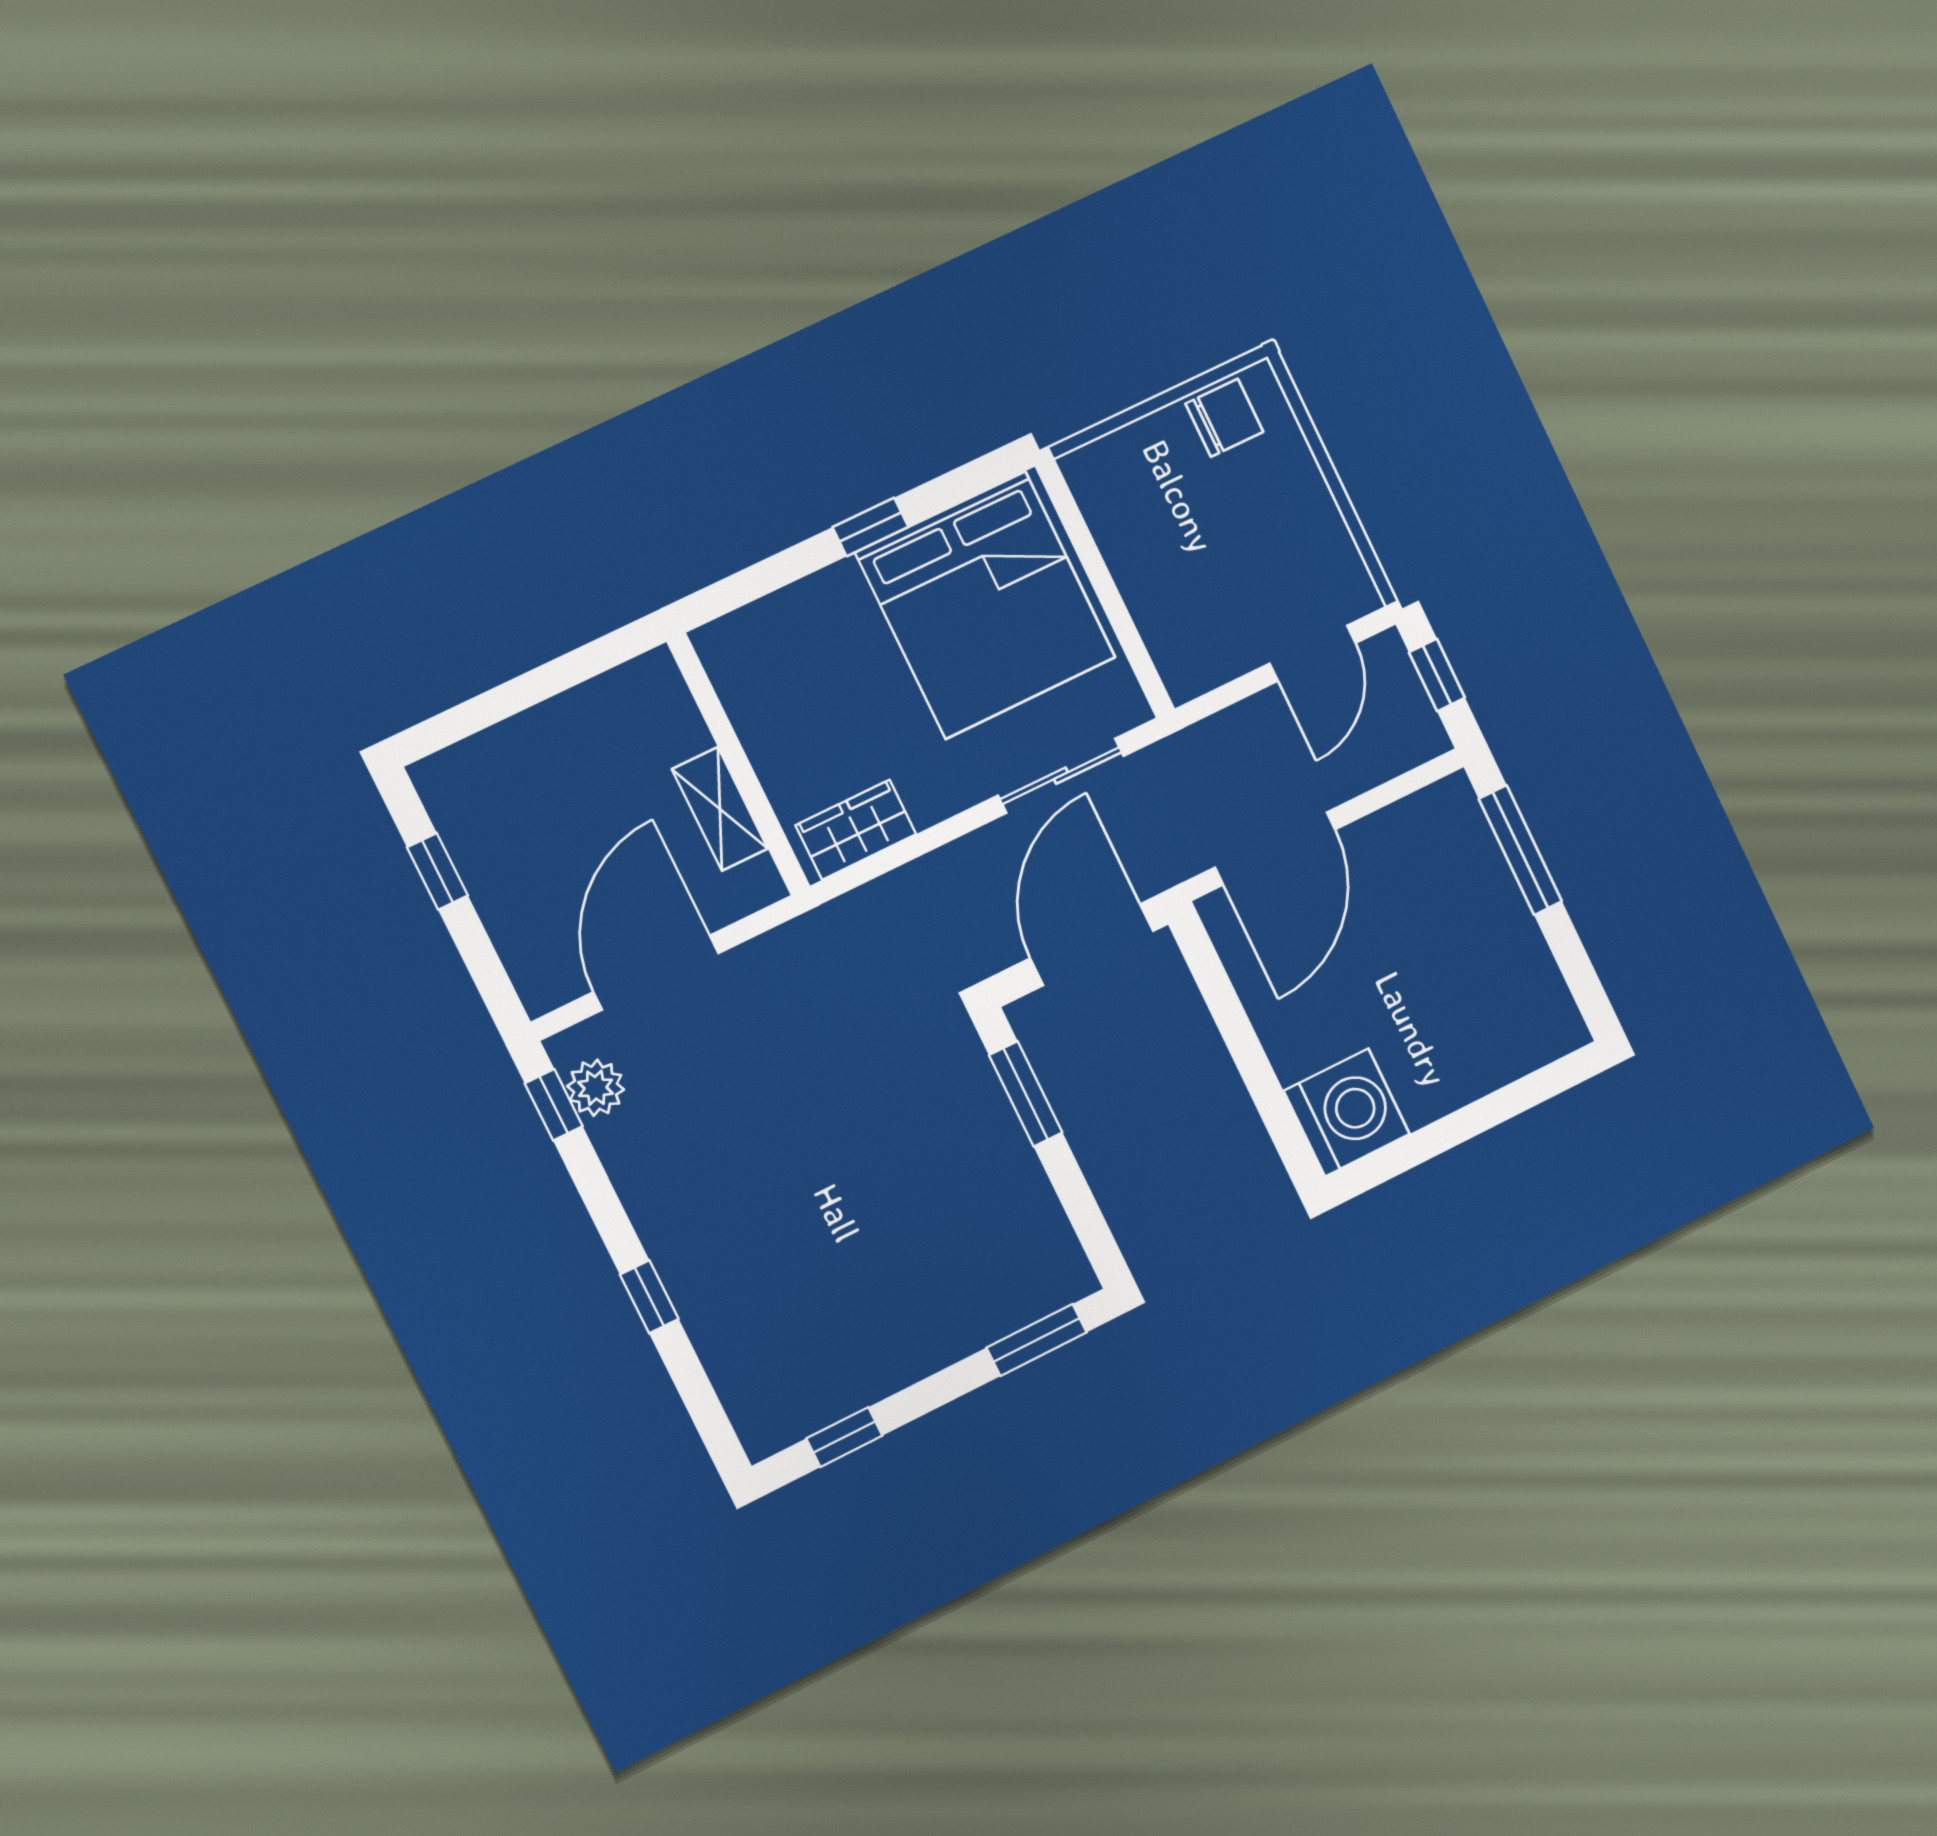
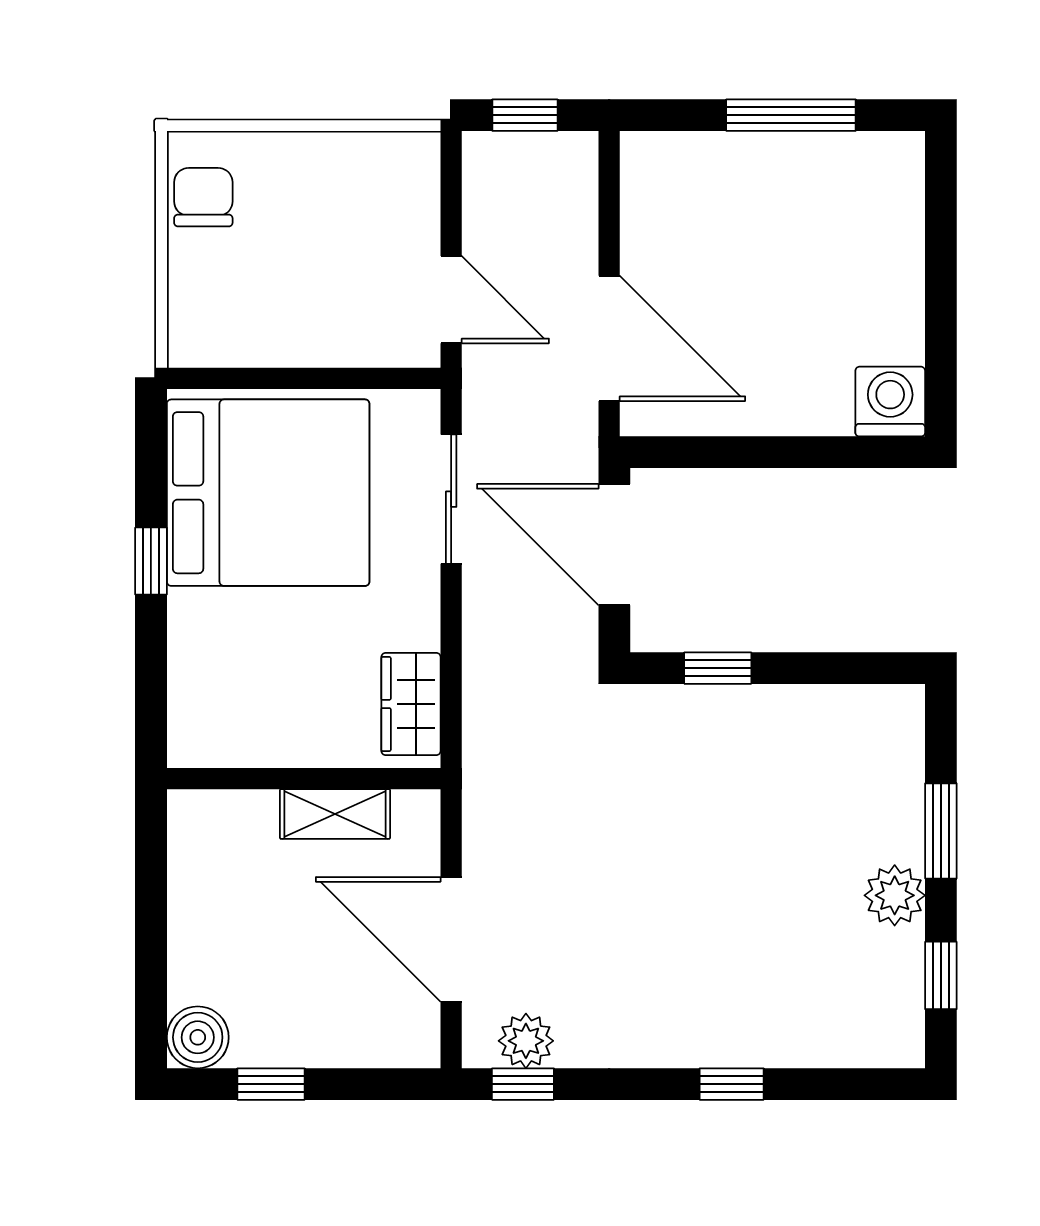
door: (1313, 653) -> (451, 300), moved
boiler: (448, 782) -> (198, 1037), added
window: (1520, 850) -> (791, 115), moved
window: (1026, 1094) -> (718, 668), width x0.67
washing machine: (1347, 1112) -> (890, 402), width x0.73, depth x0.73
window: (1037, 1340) -> (941, 831), moved
plant: (897, 1358) -> (895, 895), added

